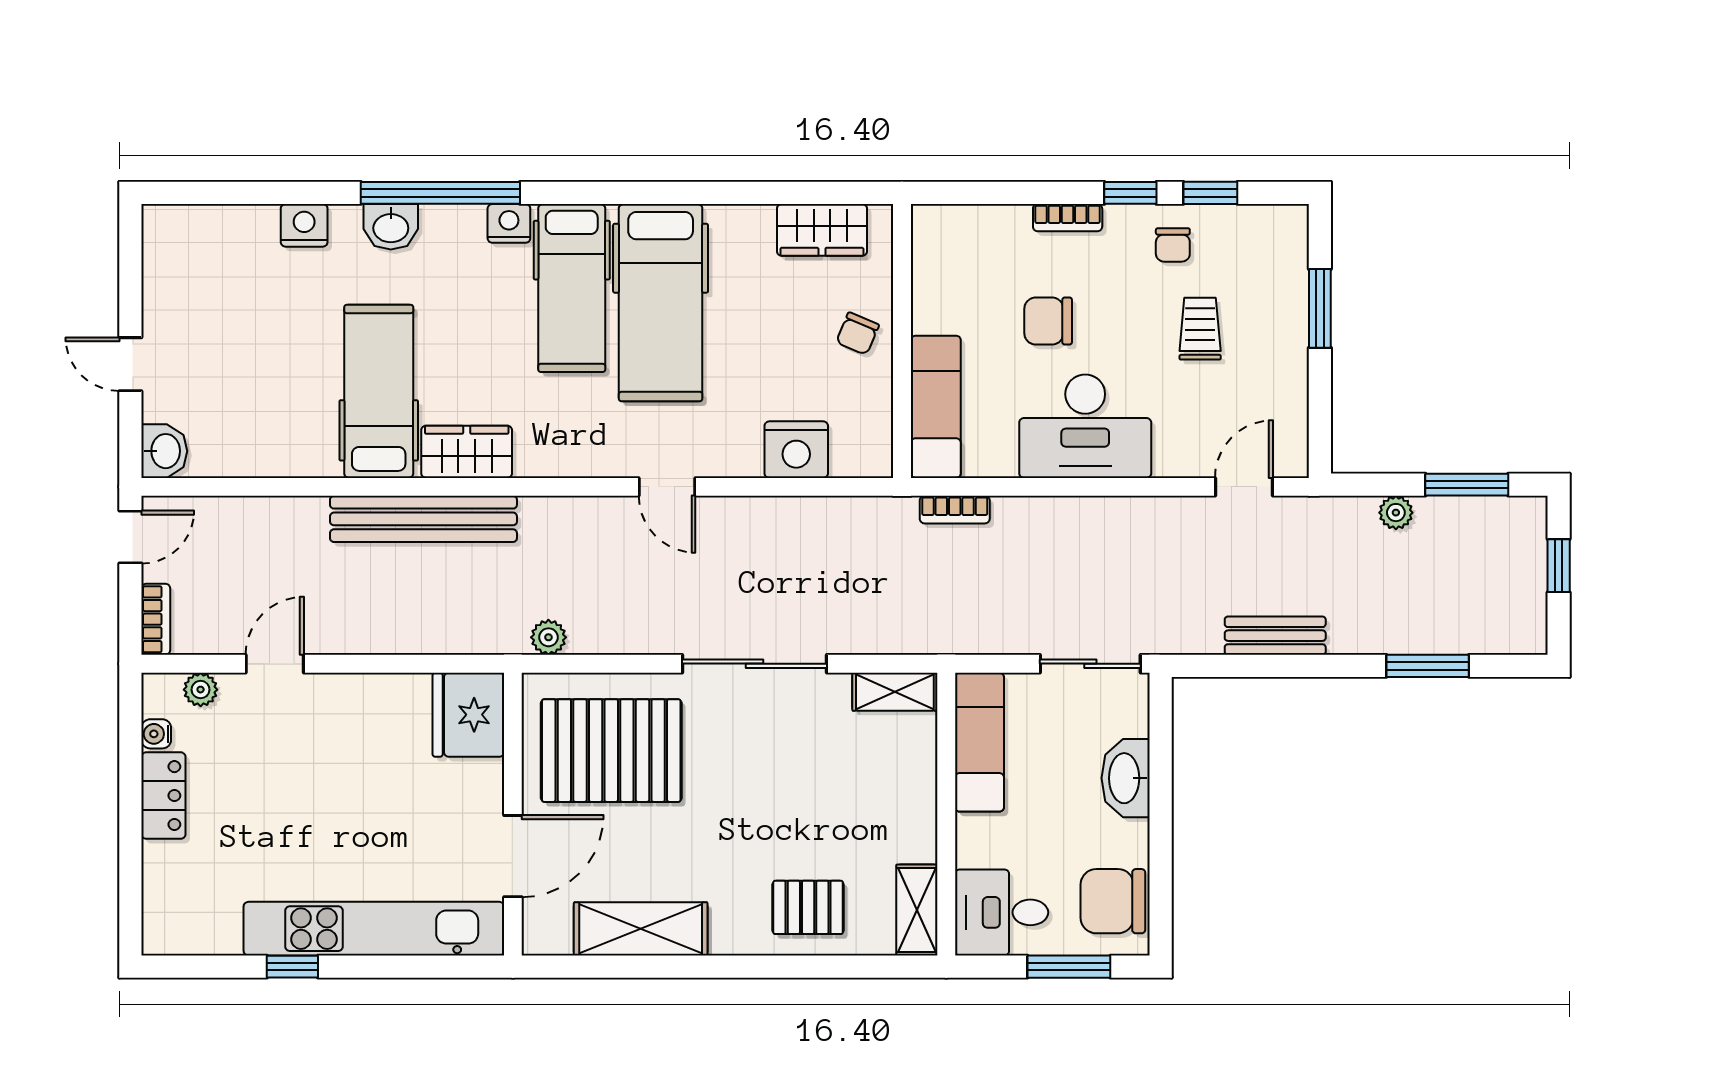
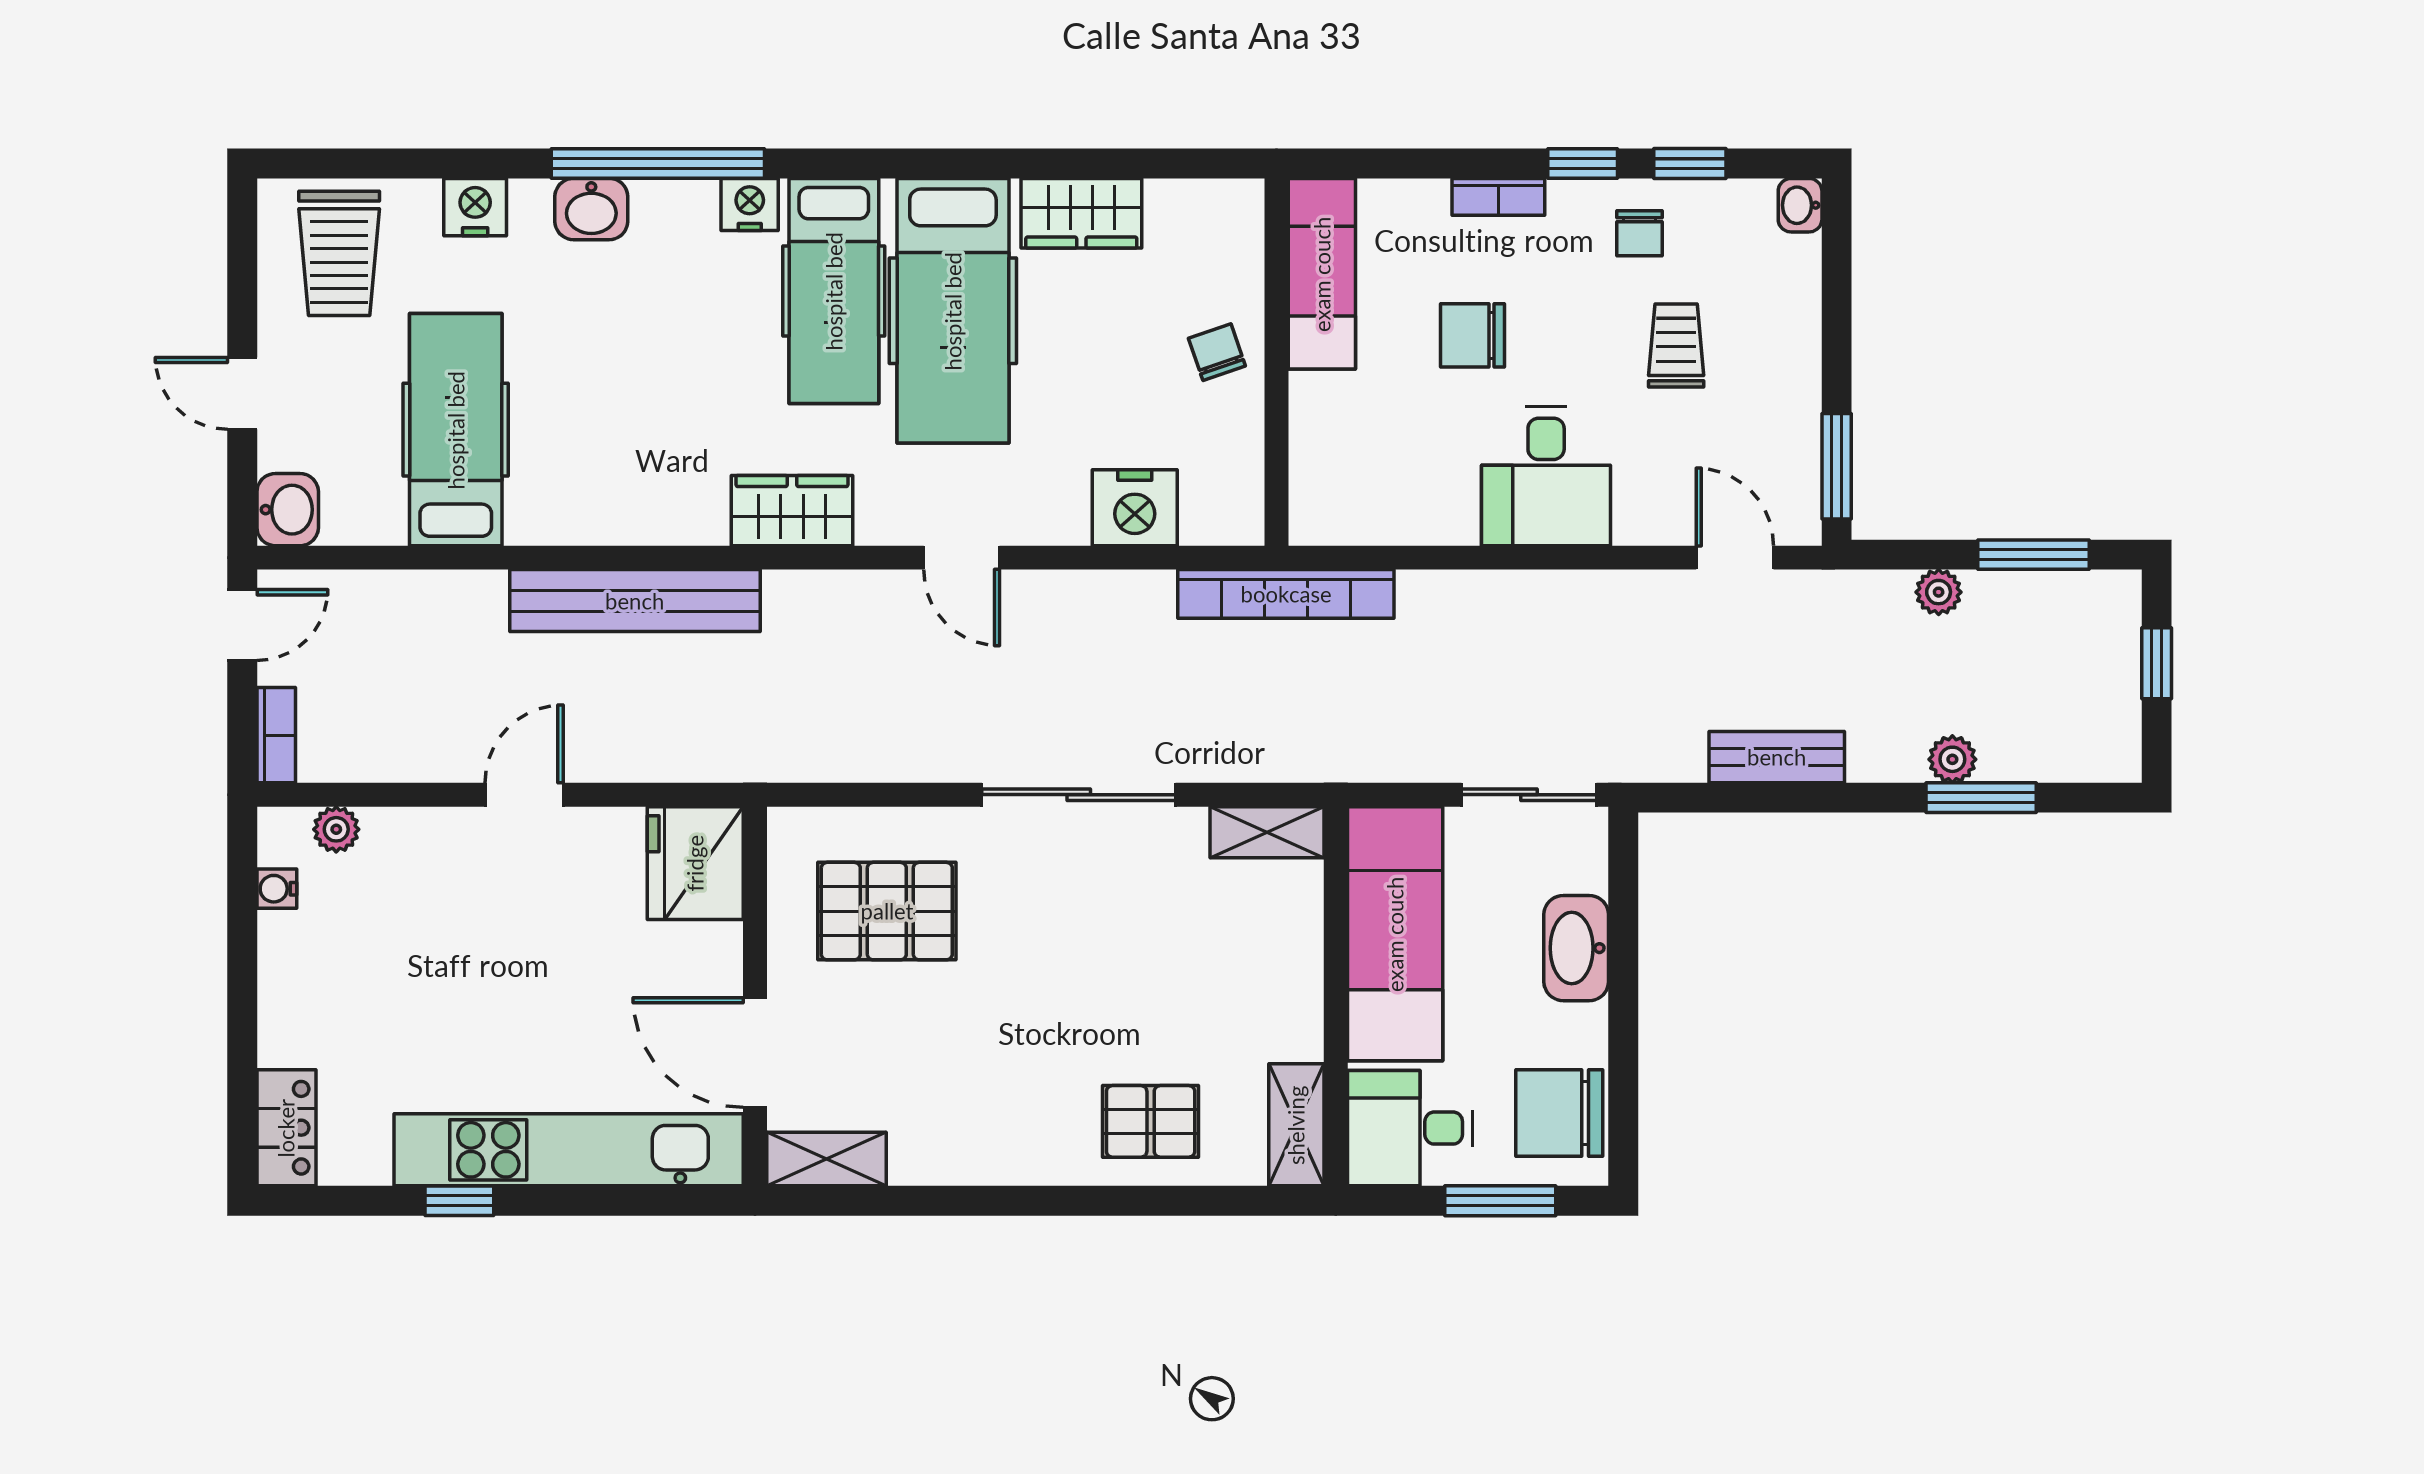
washbasin: (1293, 224) -> (1800, 205), added
wardrobe: (822, 230) -> (1081, 213), moved
trolley: (203, 260) -> (339, 253), added
window: (1320, 308) -> (1837, 466), moved
chair: (858, 334) -> (1217, 352), turned 138
hospital bed: (379, 391) -> (456, 430), moved
exam couch: (936, 407) -> (1322, 274), moved
desk: (1085, 426) -> (1546, 476), width x0.73
wardrobe: (467, 452) -> (792, 511), moved
door: (1244, 487) -> (1735, 558), hinge flipped
bookcase: (955, 510) -> (1286, 594), width x2.31, depth x1.31
plant: (548, 637) -> (1952, 759), moved
door: (275, 664) -> (524, 795), moved
exam couch: (979, 742) -> (1395, 934), width x1.36, depth x1.45
pallet: (611, 751) -> (887, 911), width x0.73, depth x0.71
locker: (163, 796) -> (286, 1128), moved
door: (513, 856) -> (755, 1052), swing flipped
shelving: (641, 929) -> (827, 1159), moved, width x0.67, depth x0.75

